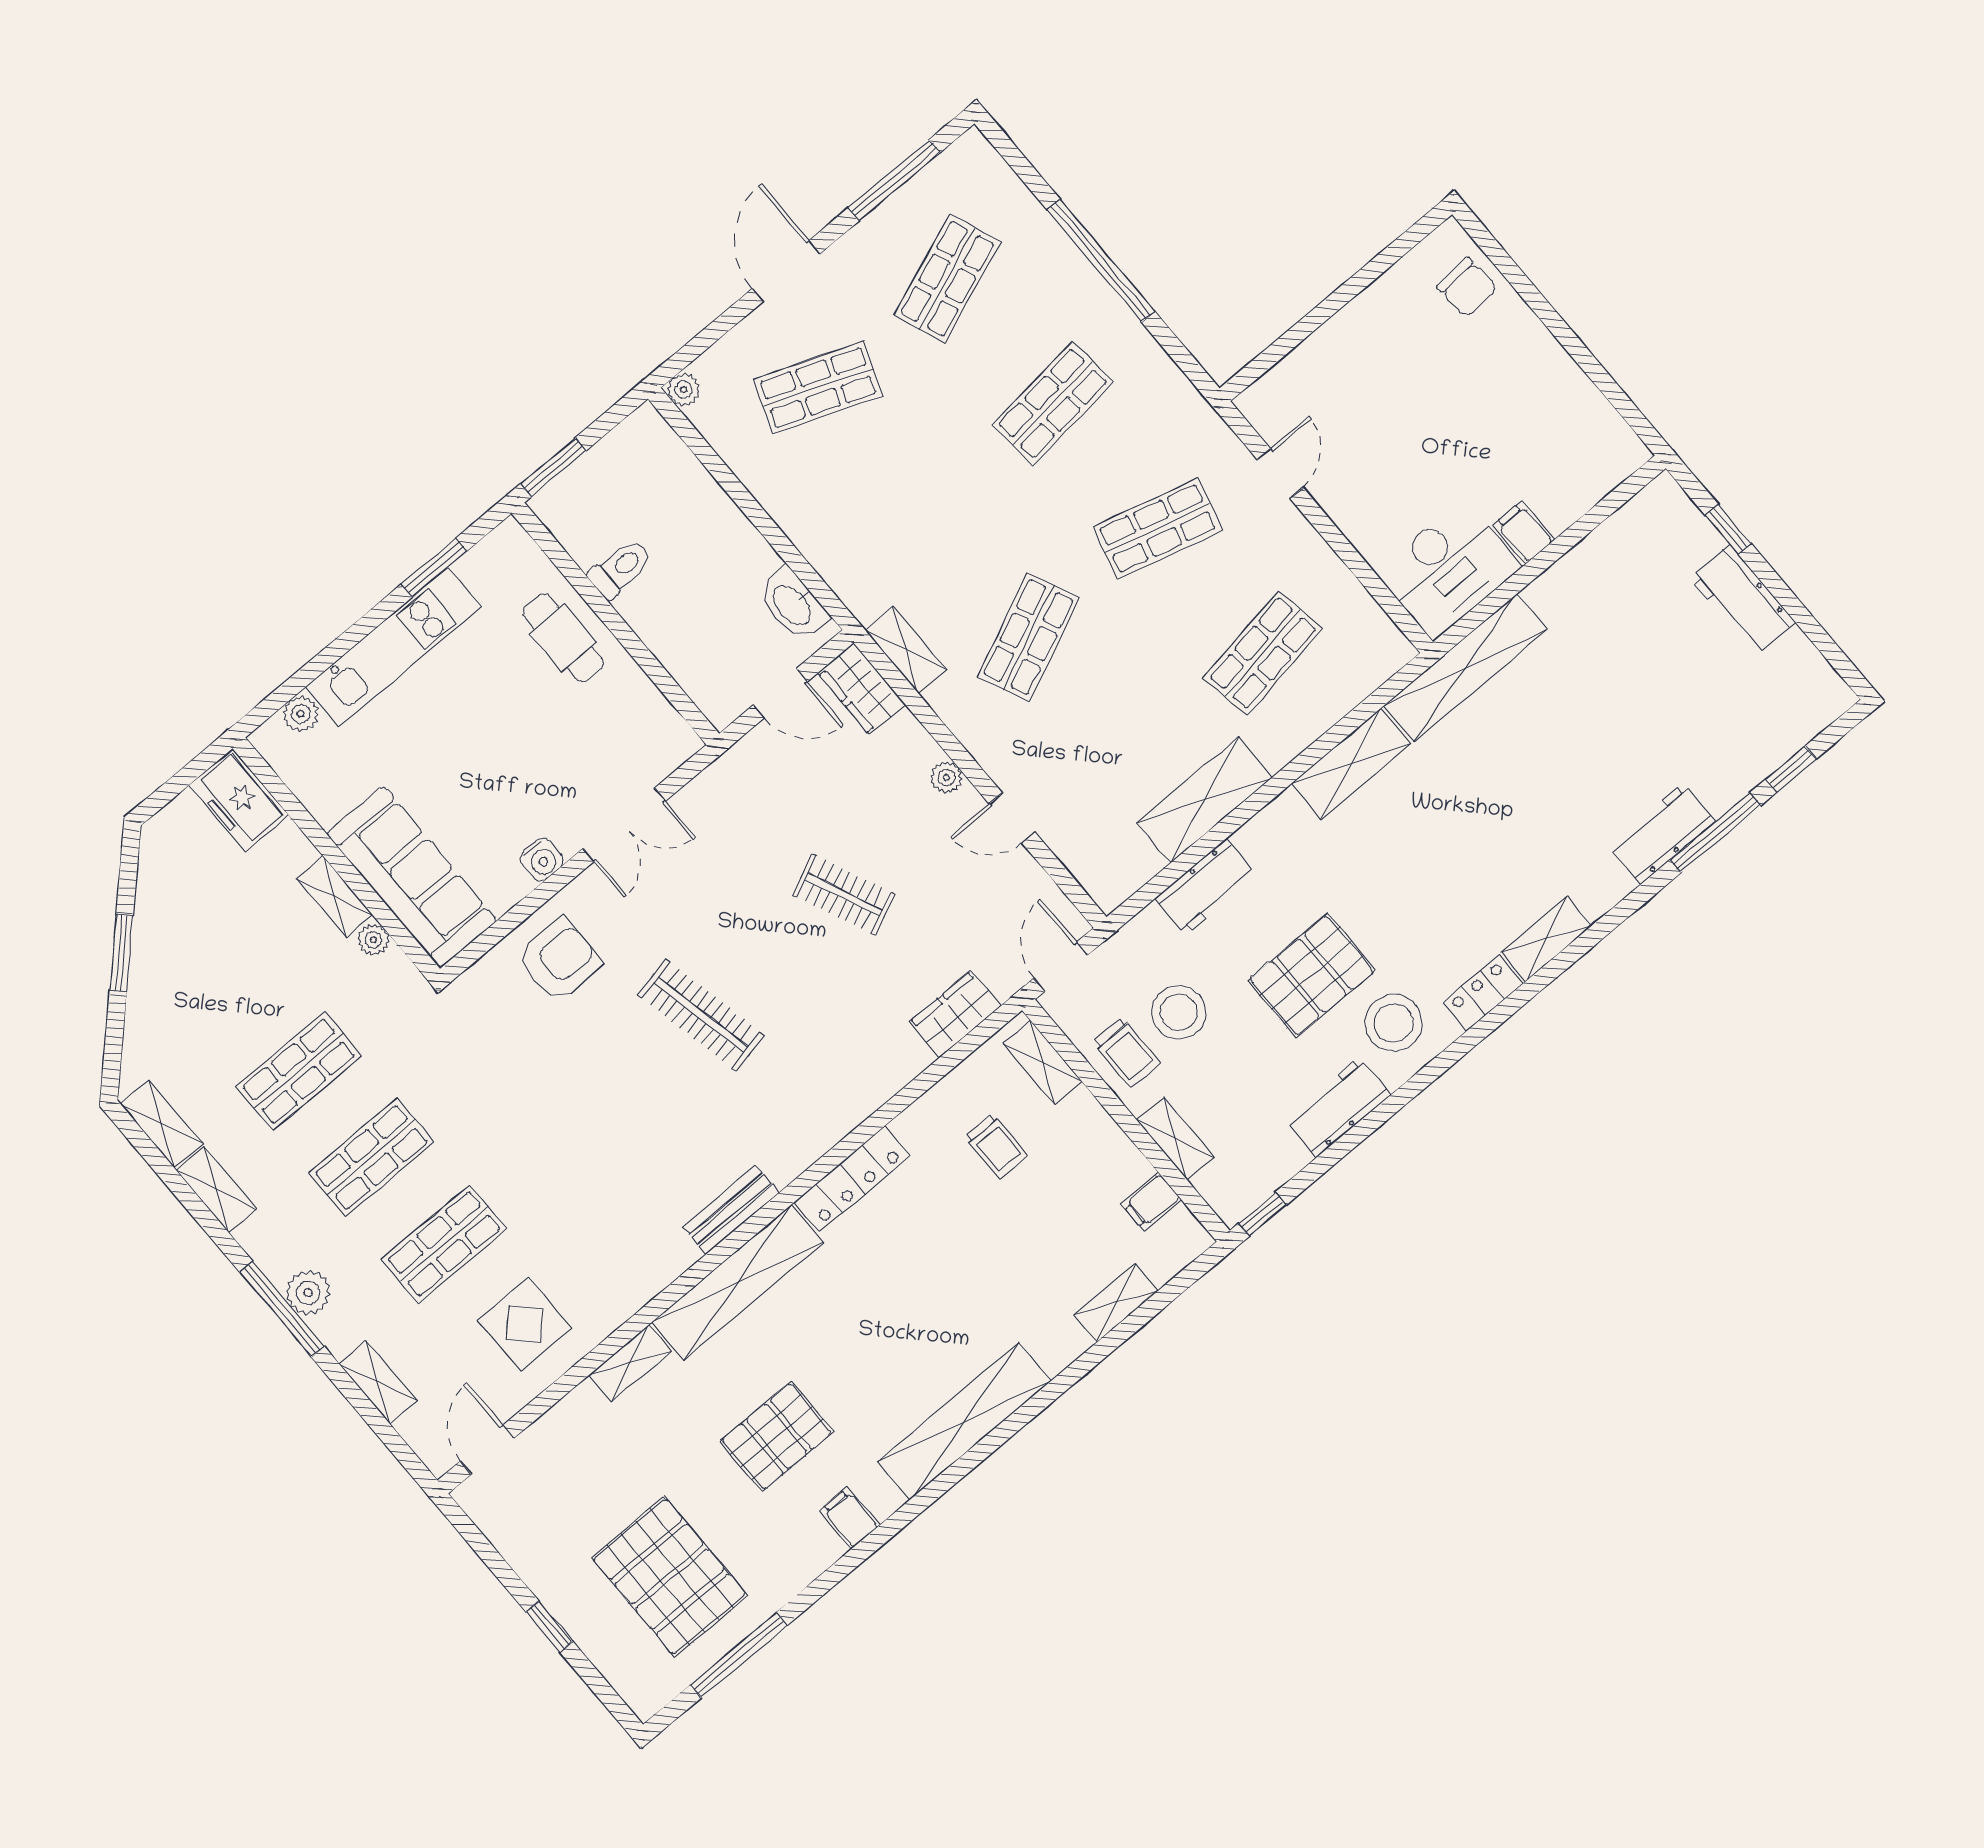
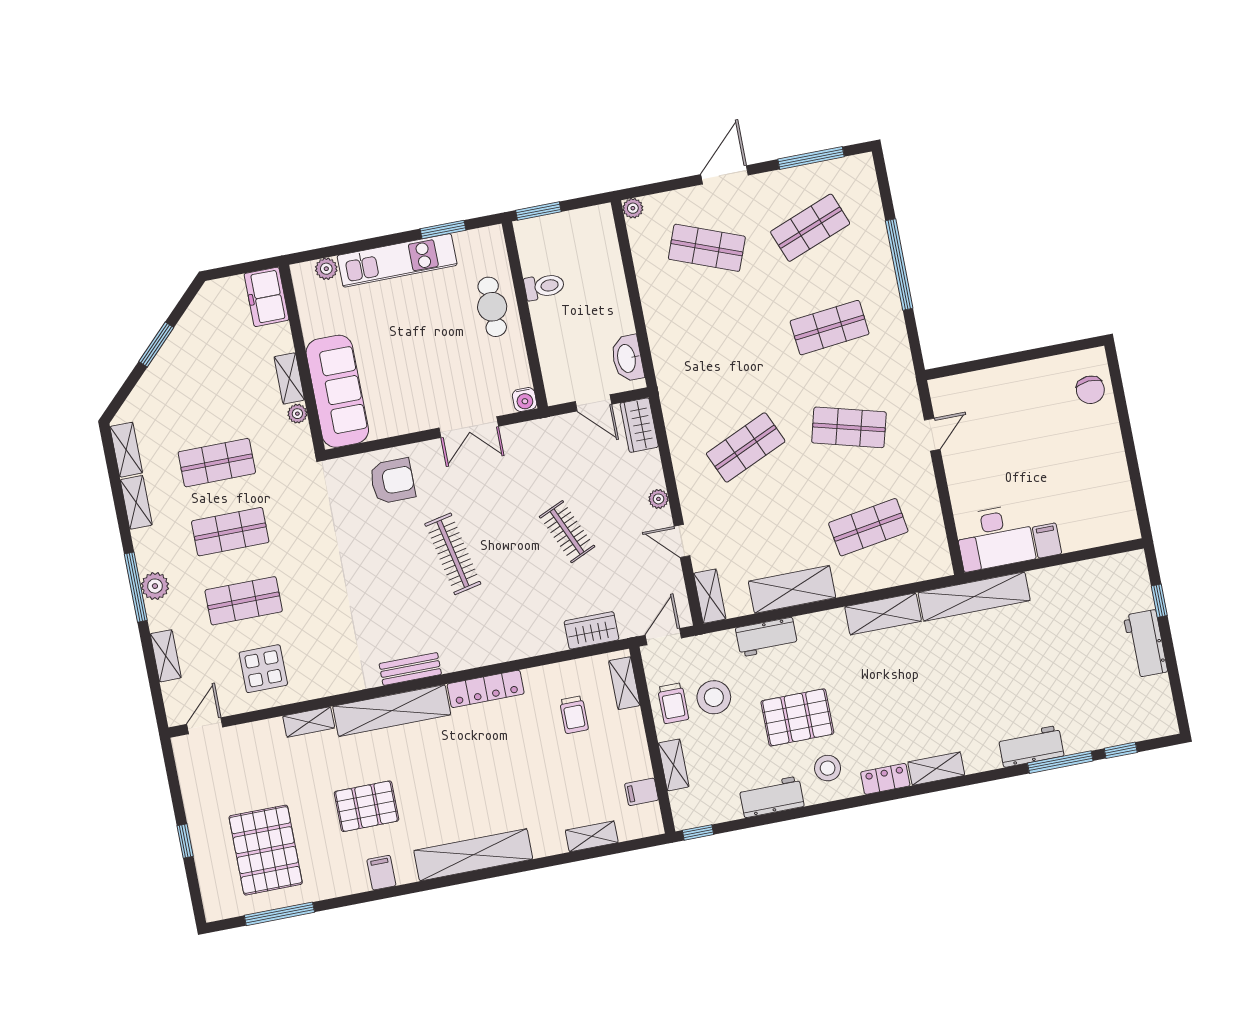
shelving: (906, 650) -> (710, 596), moved
water cooler: (542, 860) -> (525, 399), moved
stool: (1394, 1023) -> (828, 768), width x0.73, depth x0.73

